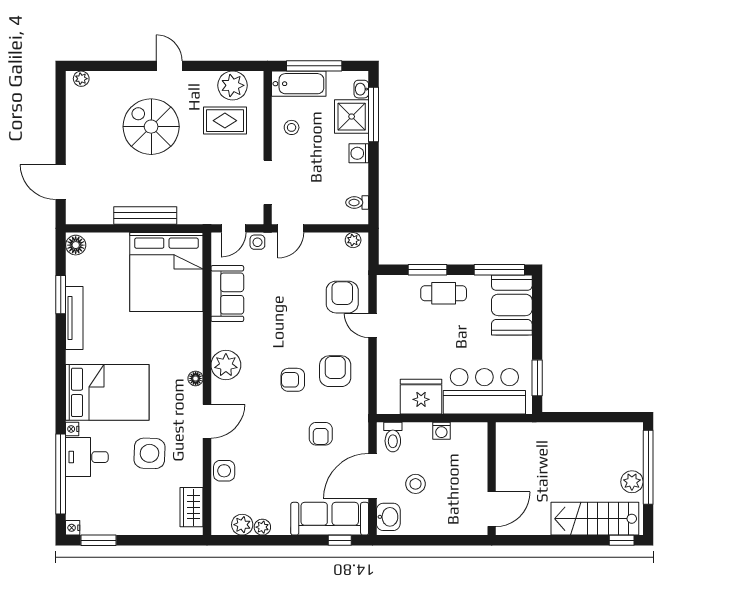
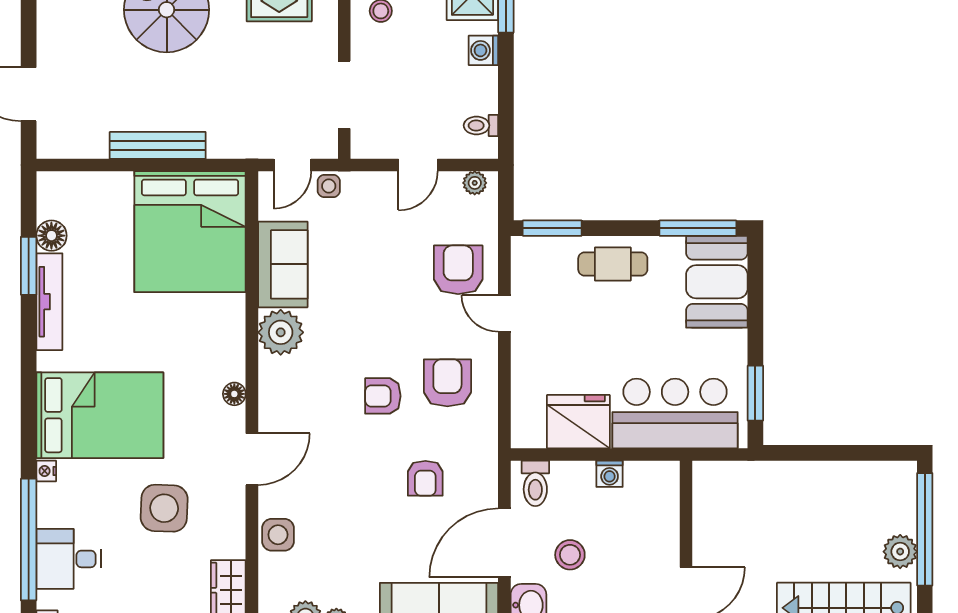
door: (291, 228) -> (418, 165), moved
floor lamp: (76, 245) -> (51, 236), moved
window: (428, 270) -> (552, 228), moved
plant: (226, 365) -> (281, 332), moved
desk: (87, 457) -> (69, 559), moved

